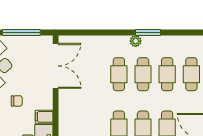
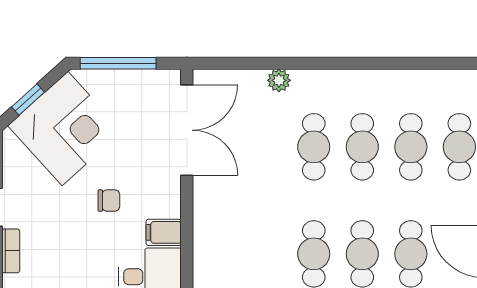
window: (148, 32) -> (372, 63), removed
plant: (136, 41) -> (279, 80), moved

